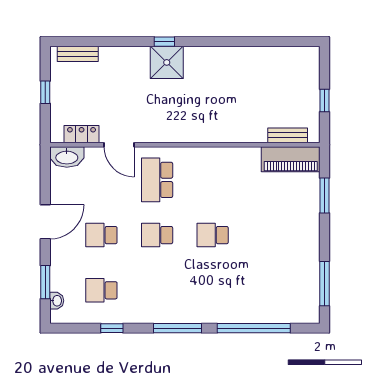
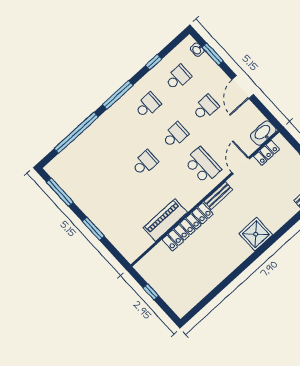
window: (164, 42) -> (267, 244), removed
locker: (228, 132) -> (188, 227), added
bench: (288, 135) -> (218, 196), moved
door: (119, 145) -> (241, 166), hinge flipped
piano: (291, 159) -> (165, 220), moved
window: (324, 196) -> (93, 229), moved
school desk: (157, 290) -> (148, 105), added

